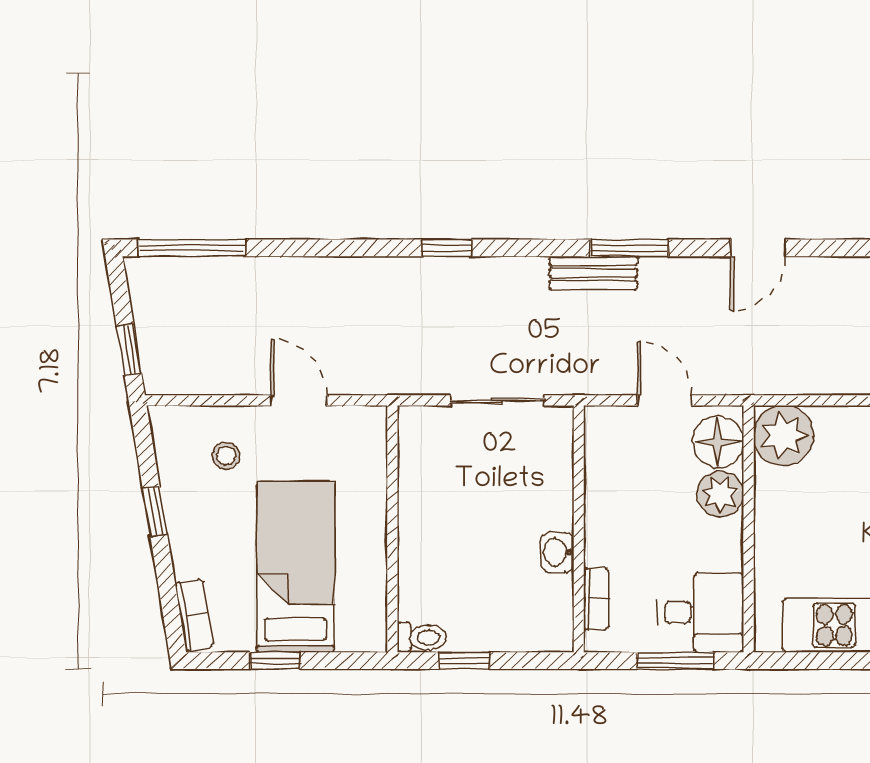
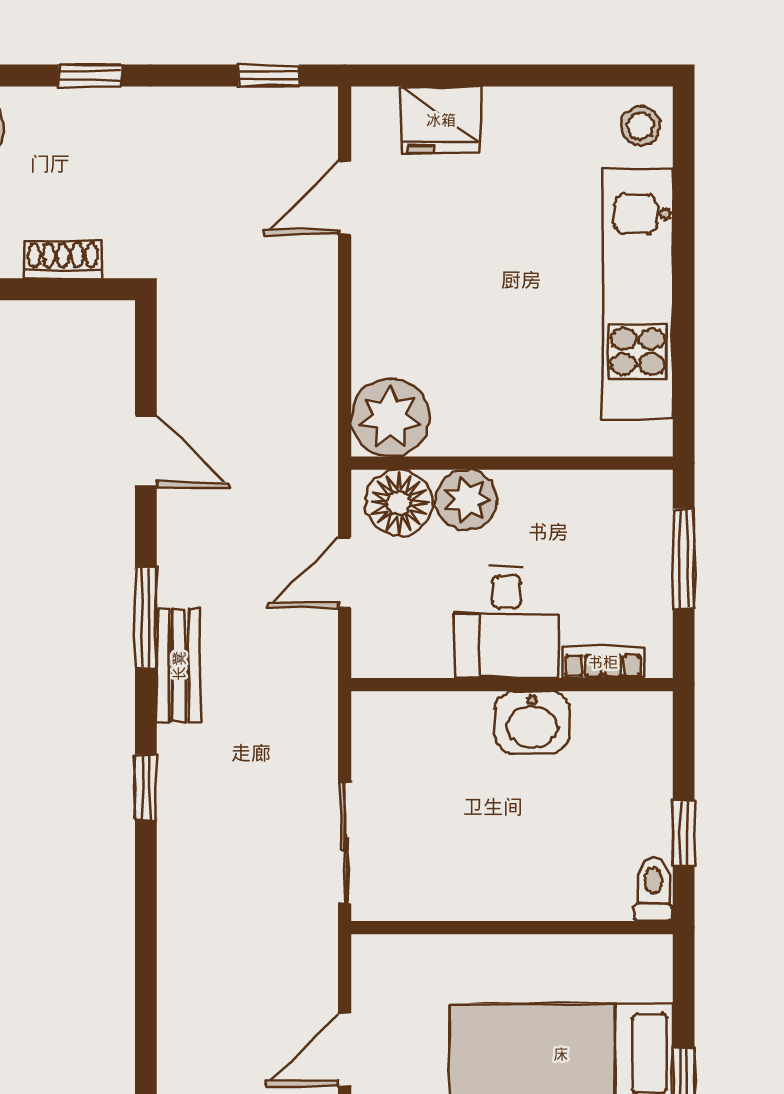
window: (447, 248) -> (146, 787), moved
sliding door: (497, 400) -> (345, 843), moved
washbasin: (557, 552) -> (532, 722), width x1.38, depth x1.45
desk: (701, 613) -> (507, 622), moved, turned 180

